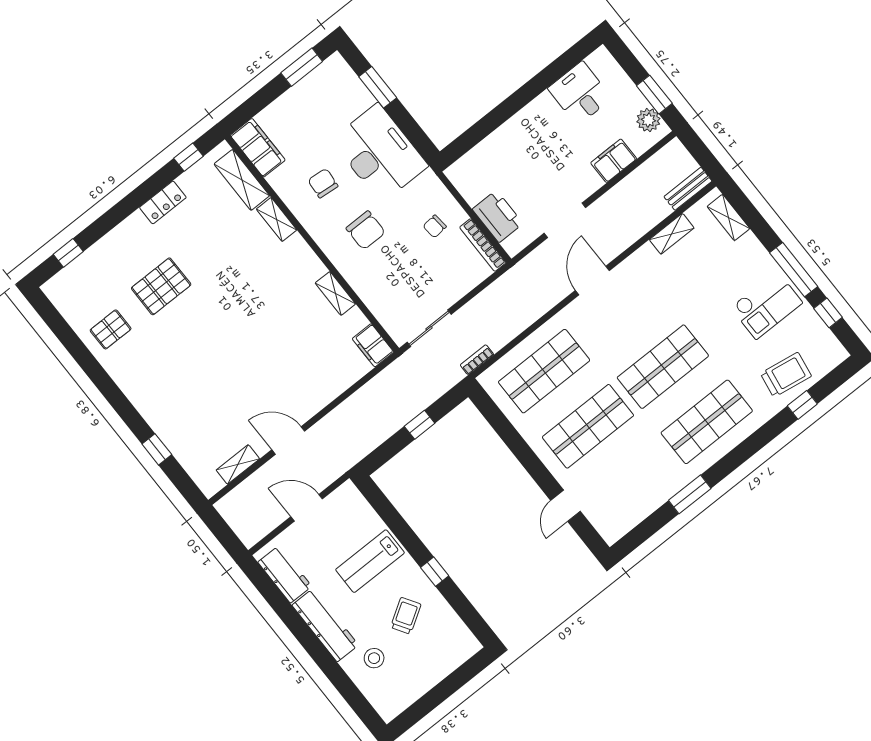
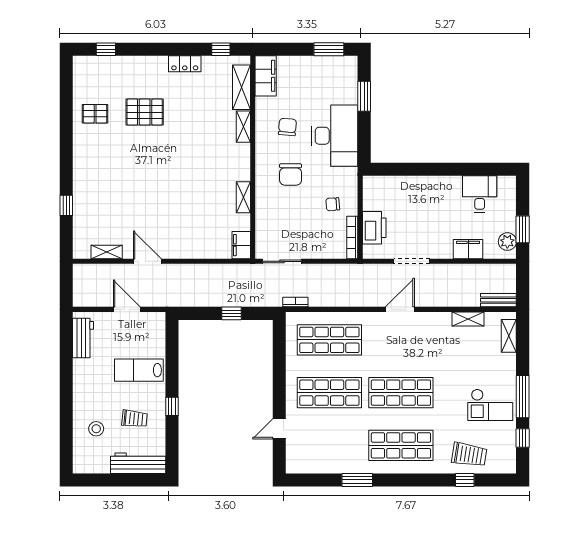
trolley: (406, 616) -> (134, 419), turned 38
workbench: (325, 625) -> (138, 463), moved, turned -90

